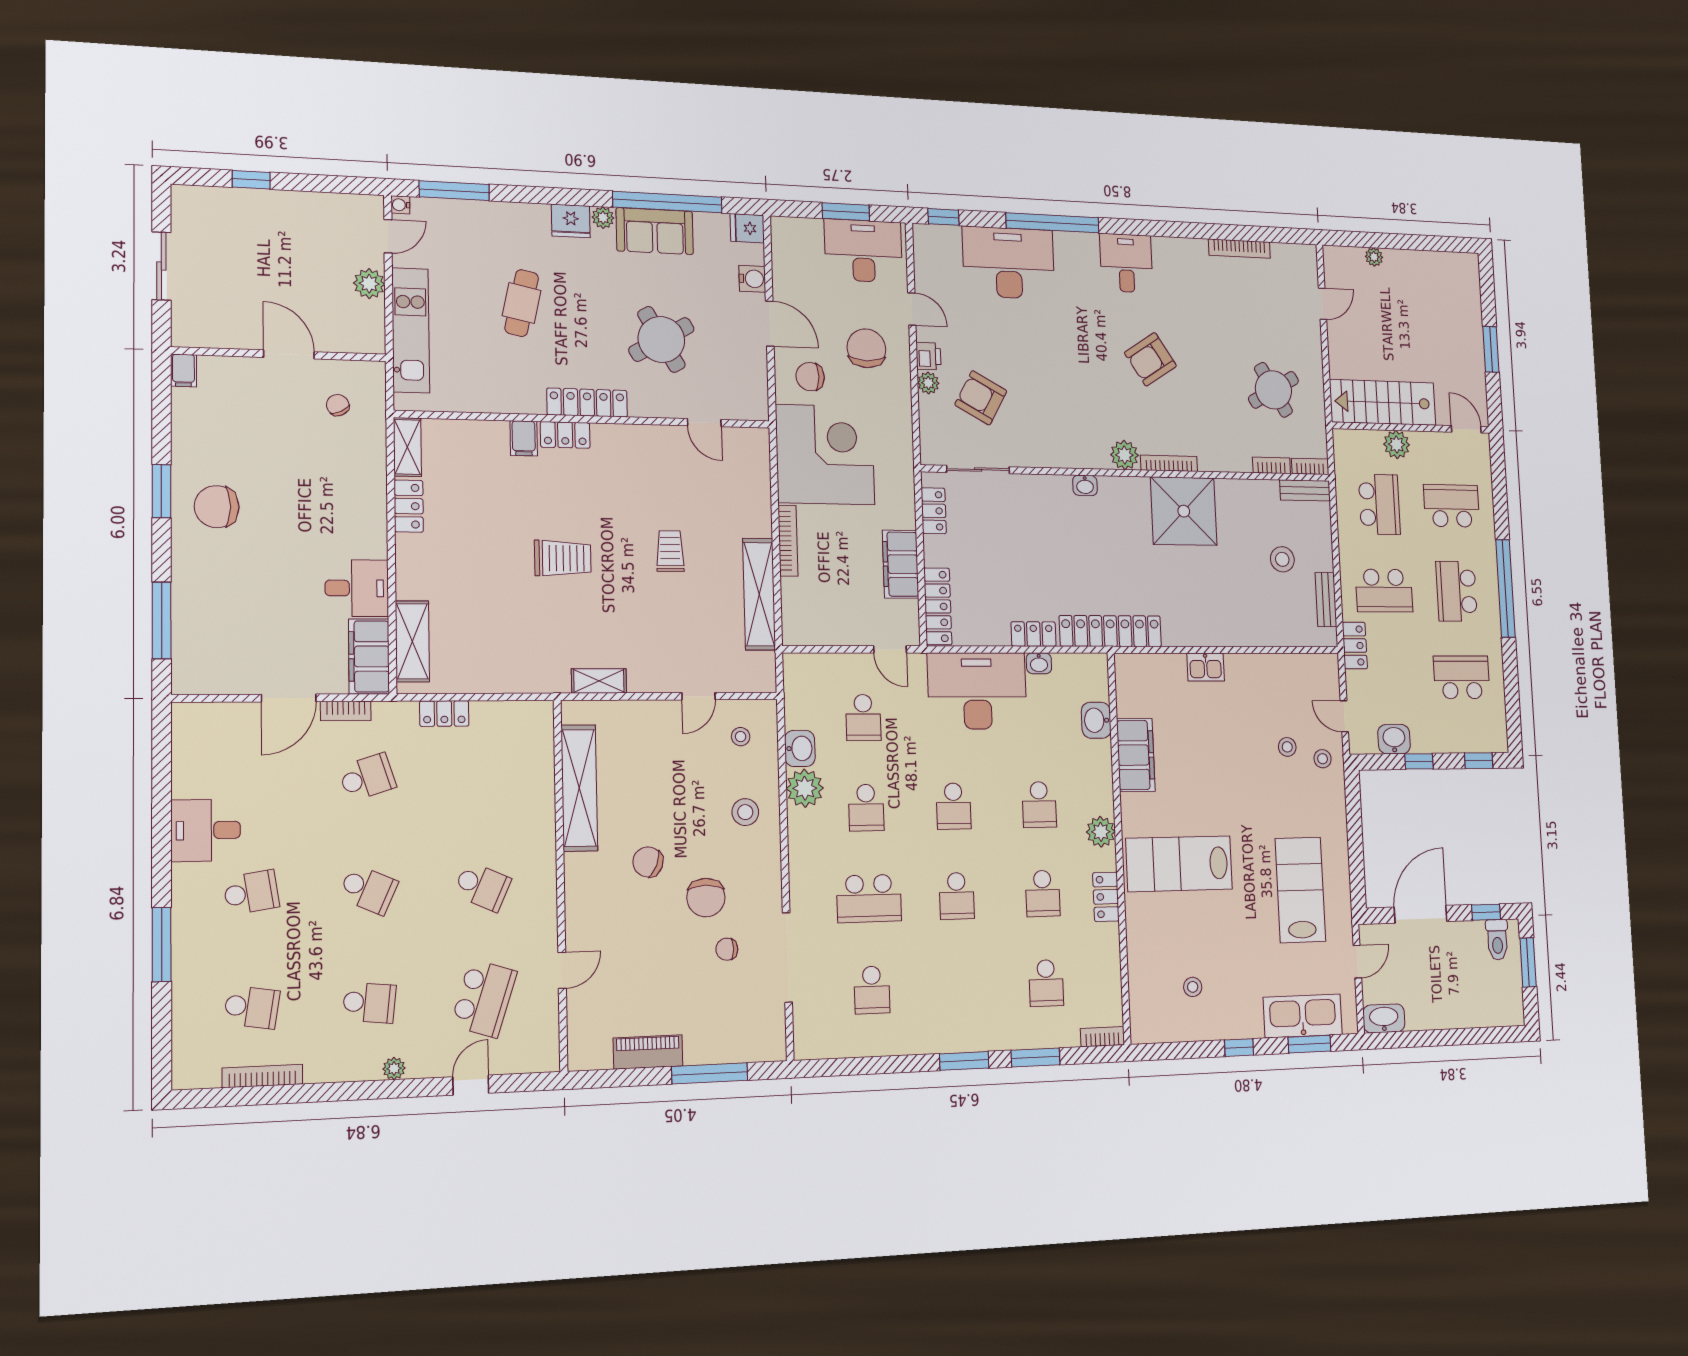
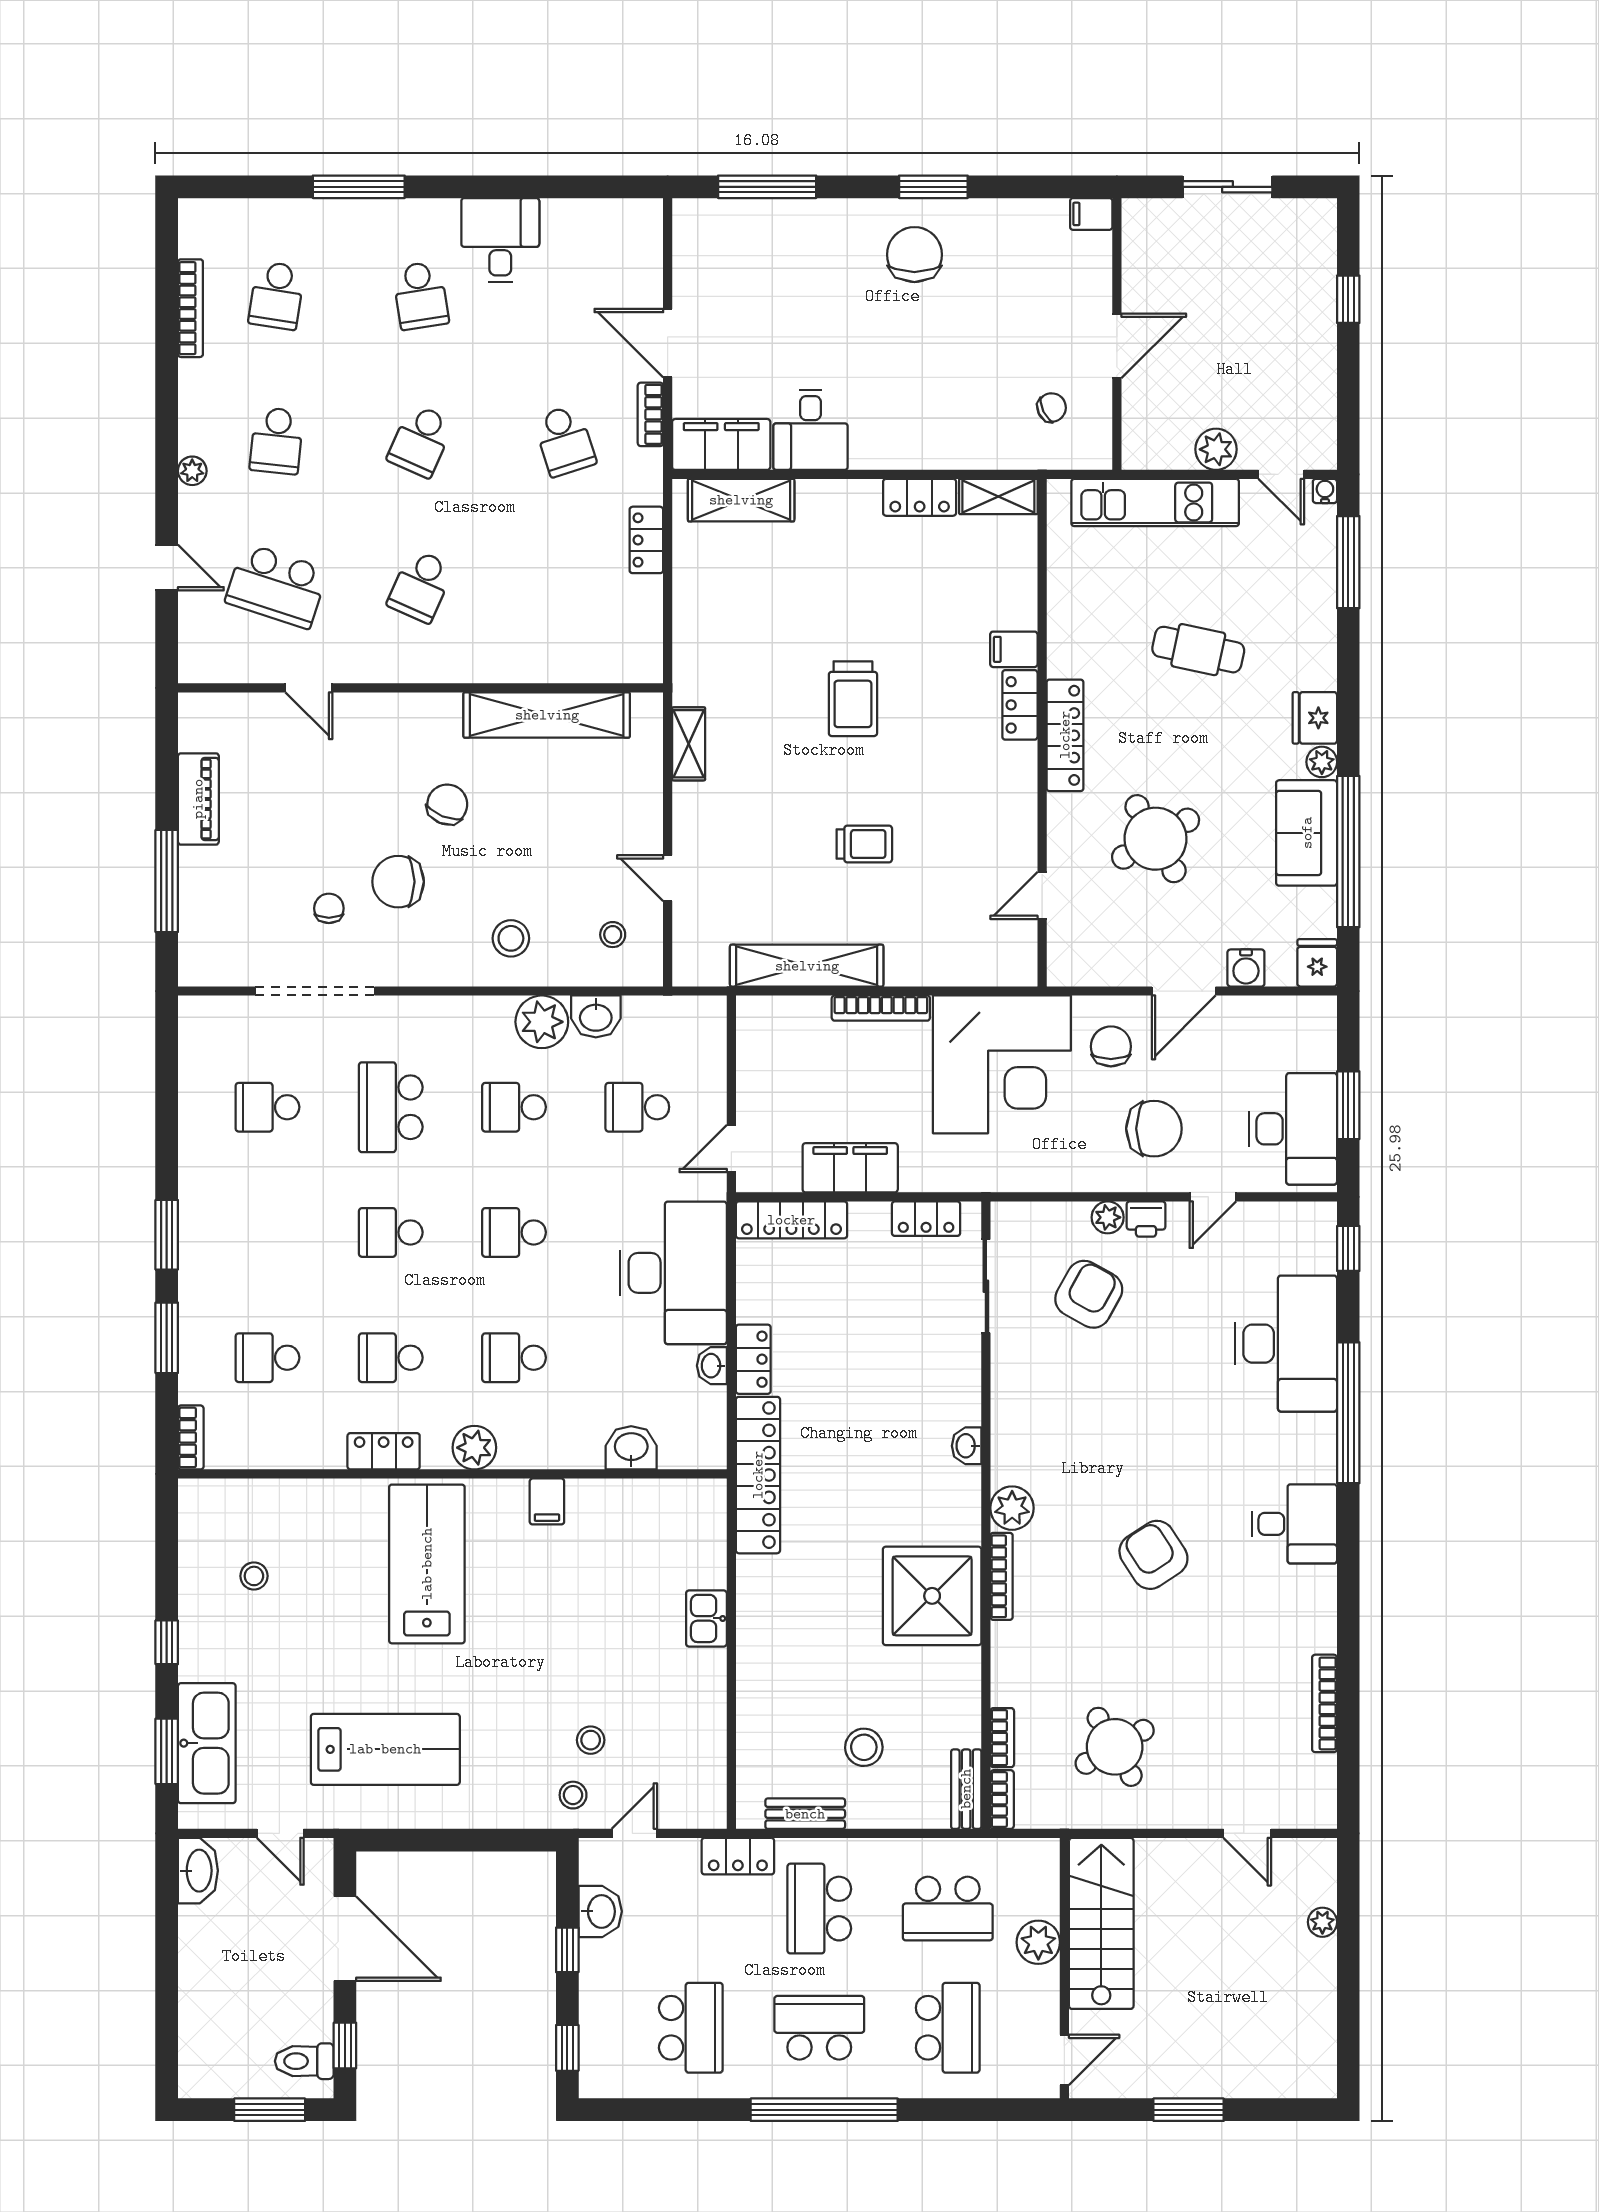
filing cabinet: (1136, 755) -> (547, 1501), width x0.33, depth x0.86

